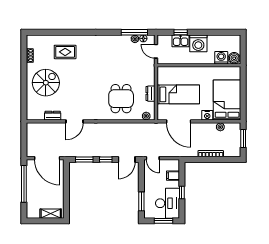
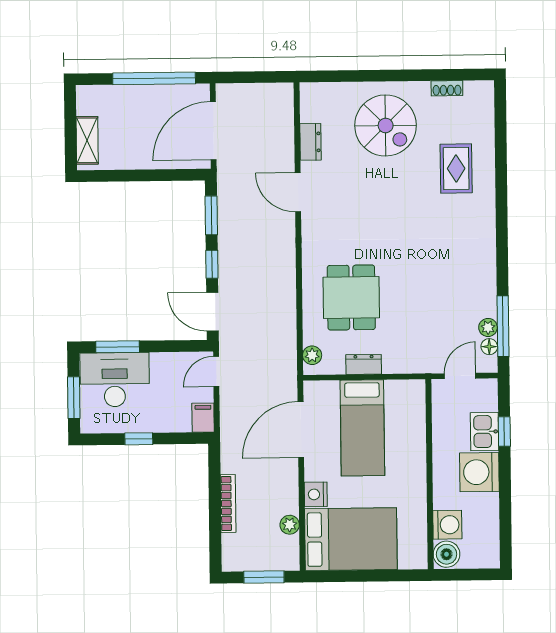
dining table: (121, 99) -> (351, 297), turned 90
filing cabinet: (173, 176) -> (203, 418), moved
desk: (167, 203) -> (115, 380), moved, turned 180

